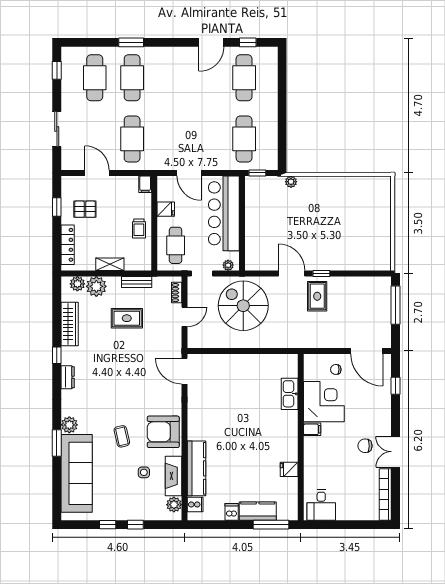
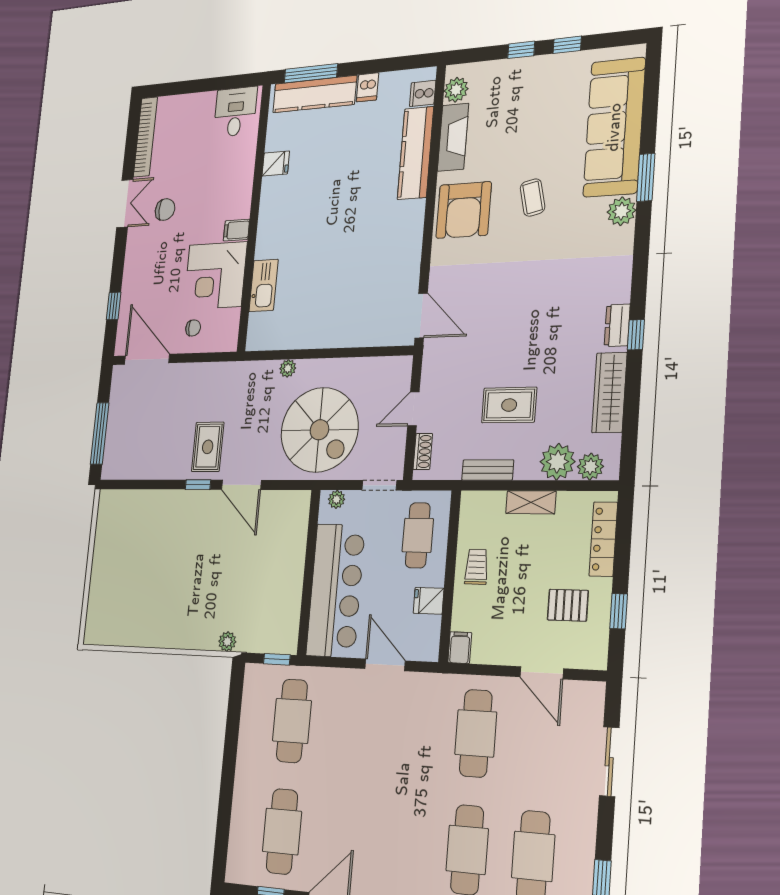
plant: (268, 343) -> (288, 368), added
dresser: (68, 377) -> (617, 325), moved
armchair: (163, 432) -> (464, 210), turned 90
side table: (144, 472) -> (501, 139), removed
kitchen counter: (258, 511) -> (315, 94), width x1.50

